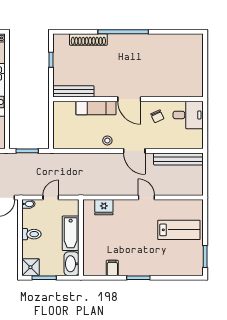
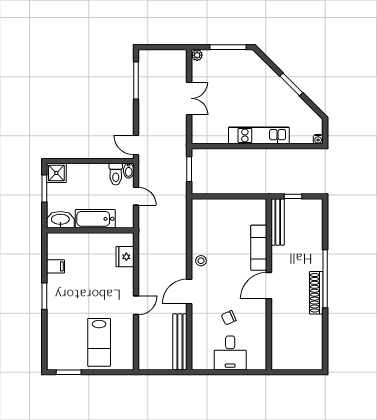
shoe rack: (88, 40) -> (316, 293), moved
bench: (73, 91) -> (278, 222), moved
wall: (128, 99) -> (269, 284), moved
door: (129, 99) -> (269, 286), moved
exam couch: (96, 108) -> (259, 248), moved
toilet: (31, 234) -> (116, 174), moved

